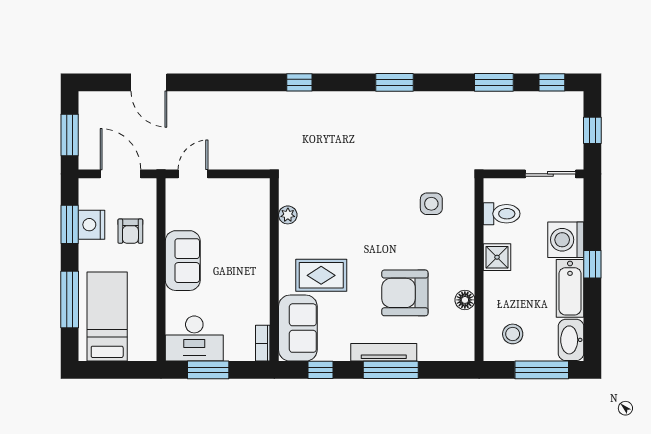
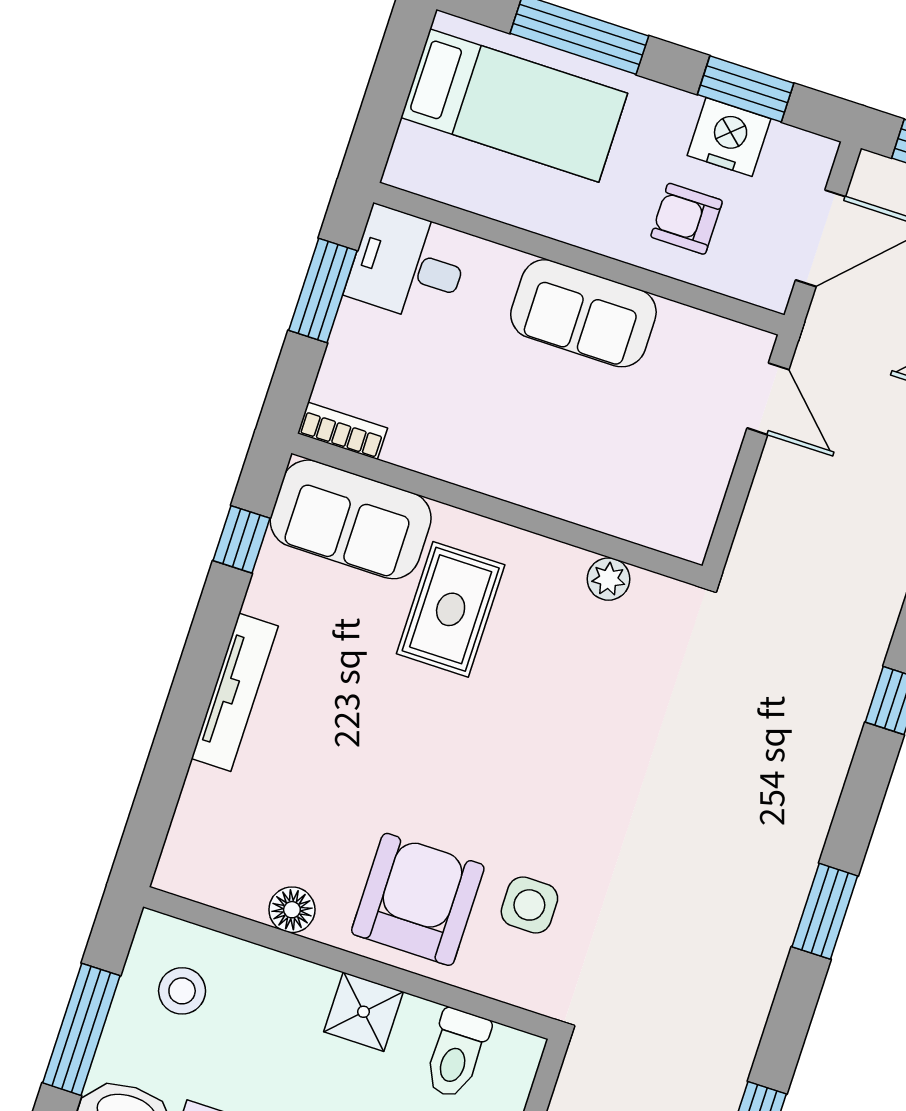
armchair: (405, 293) -> (418, 899), moved
desk: (194, 339) -> (408, 265), width x0.73
window: (391, 370) -> (191, 695), removed

